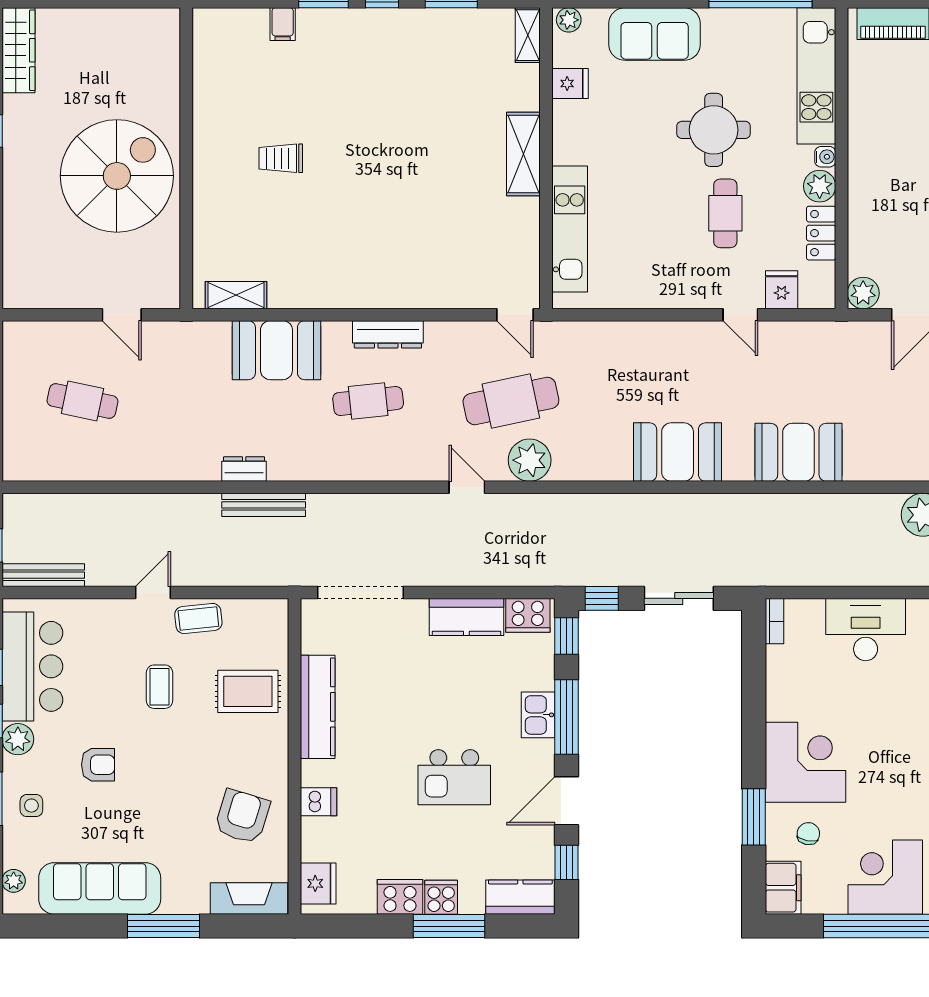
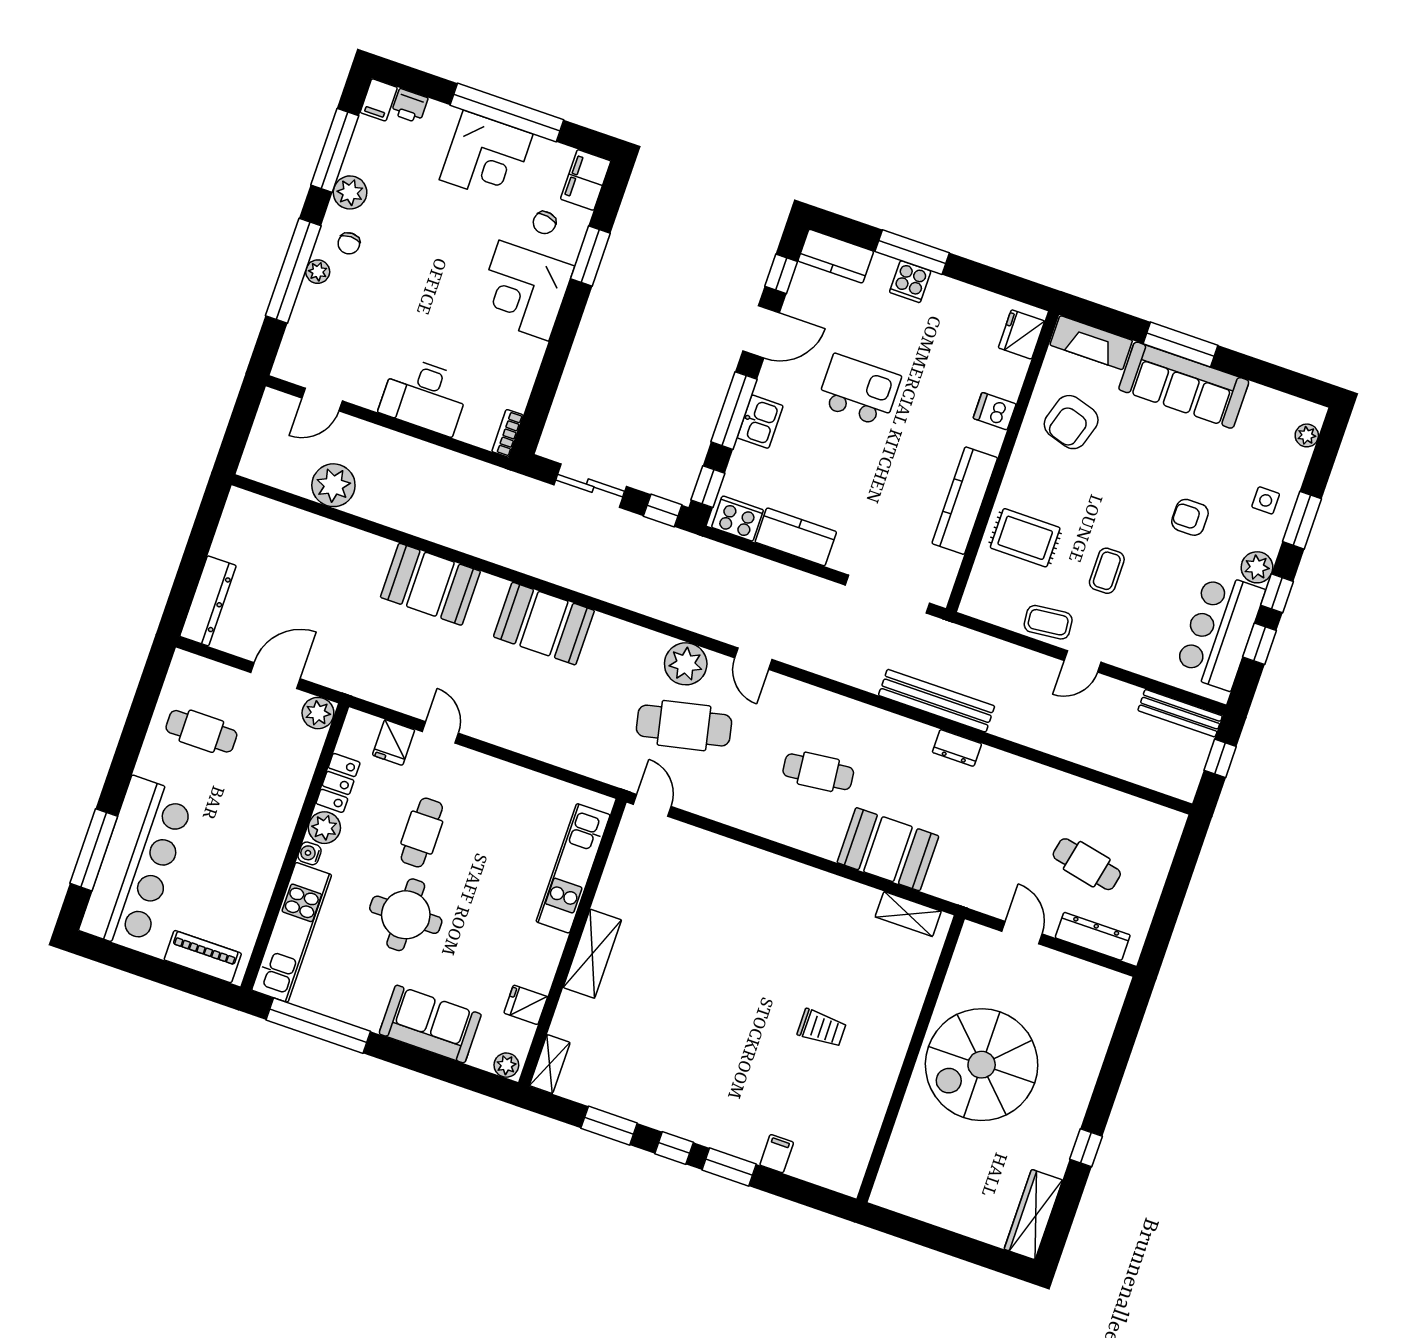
dresser: (388, 334) -> (1093, 936), moved
bench: (264, 505) -> (937, 701), width x1.37, depth x1.21
sofa: (100, 888) -> (1184, 385), moved
cooker: (400, 897) -> (949, 295), removed

